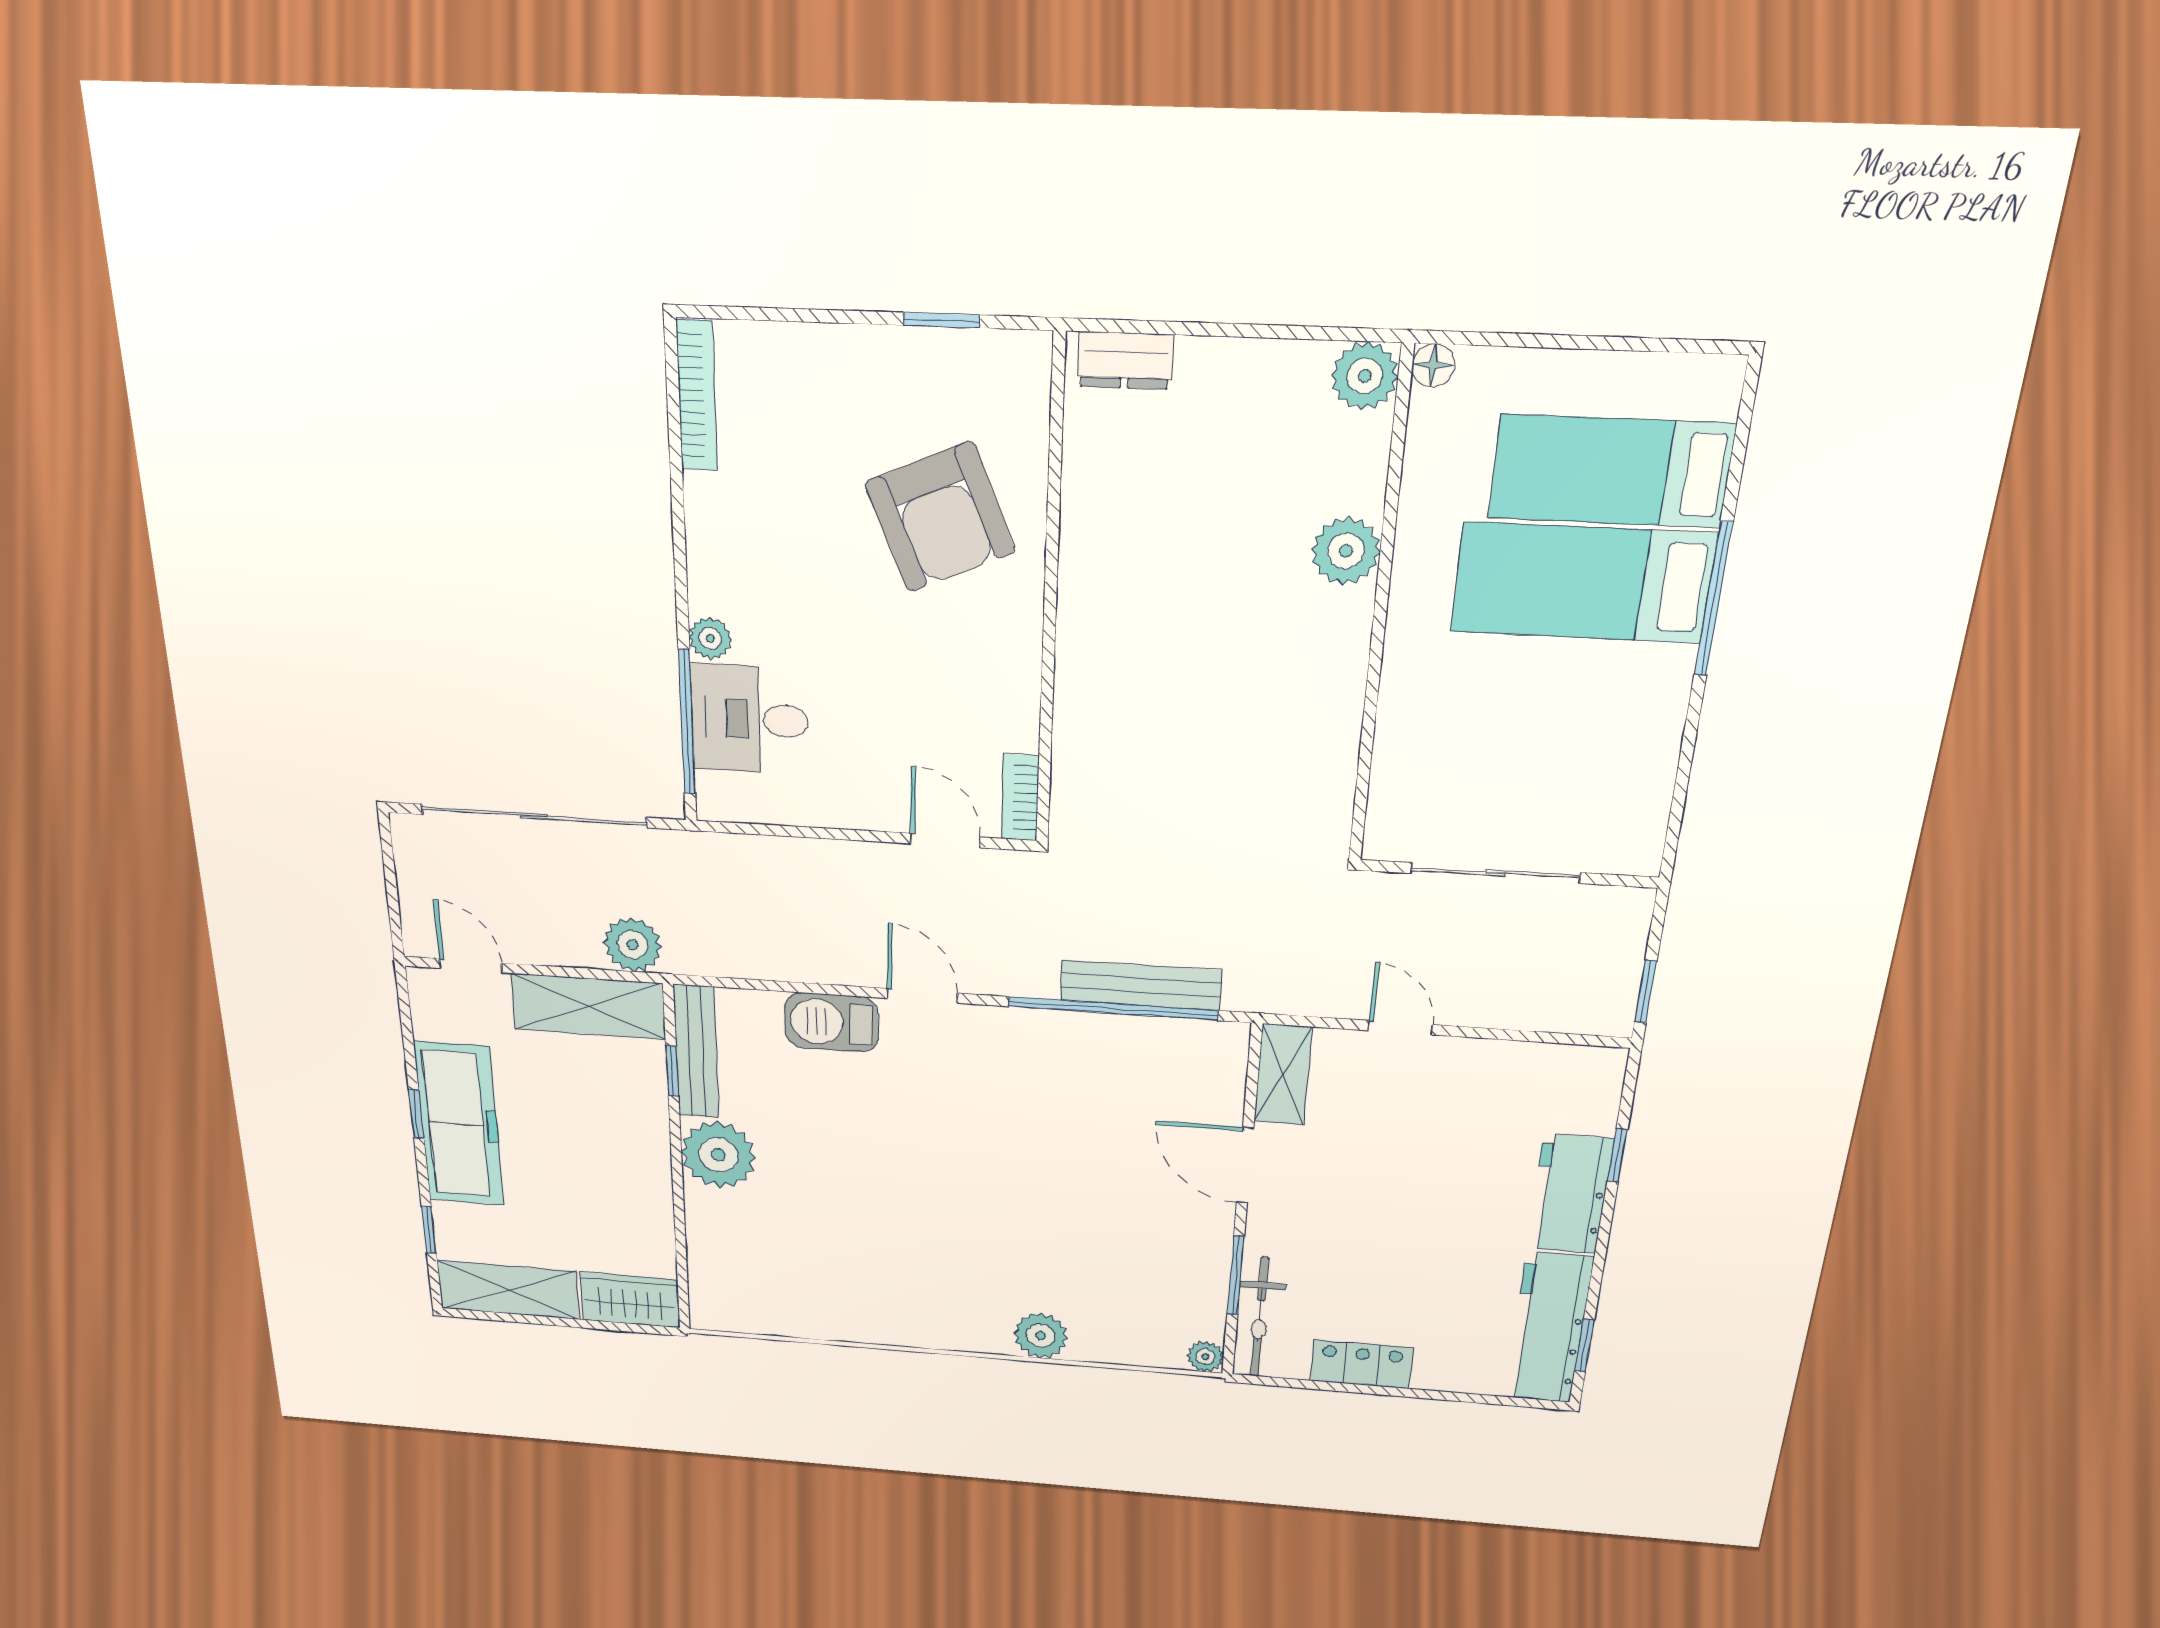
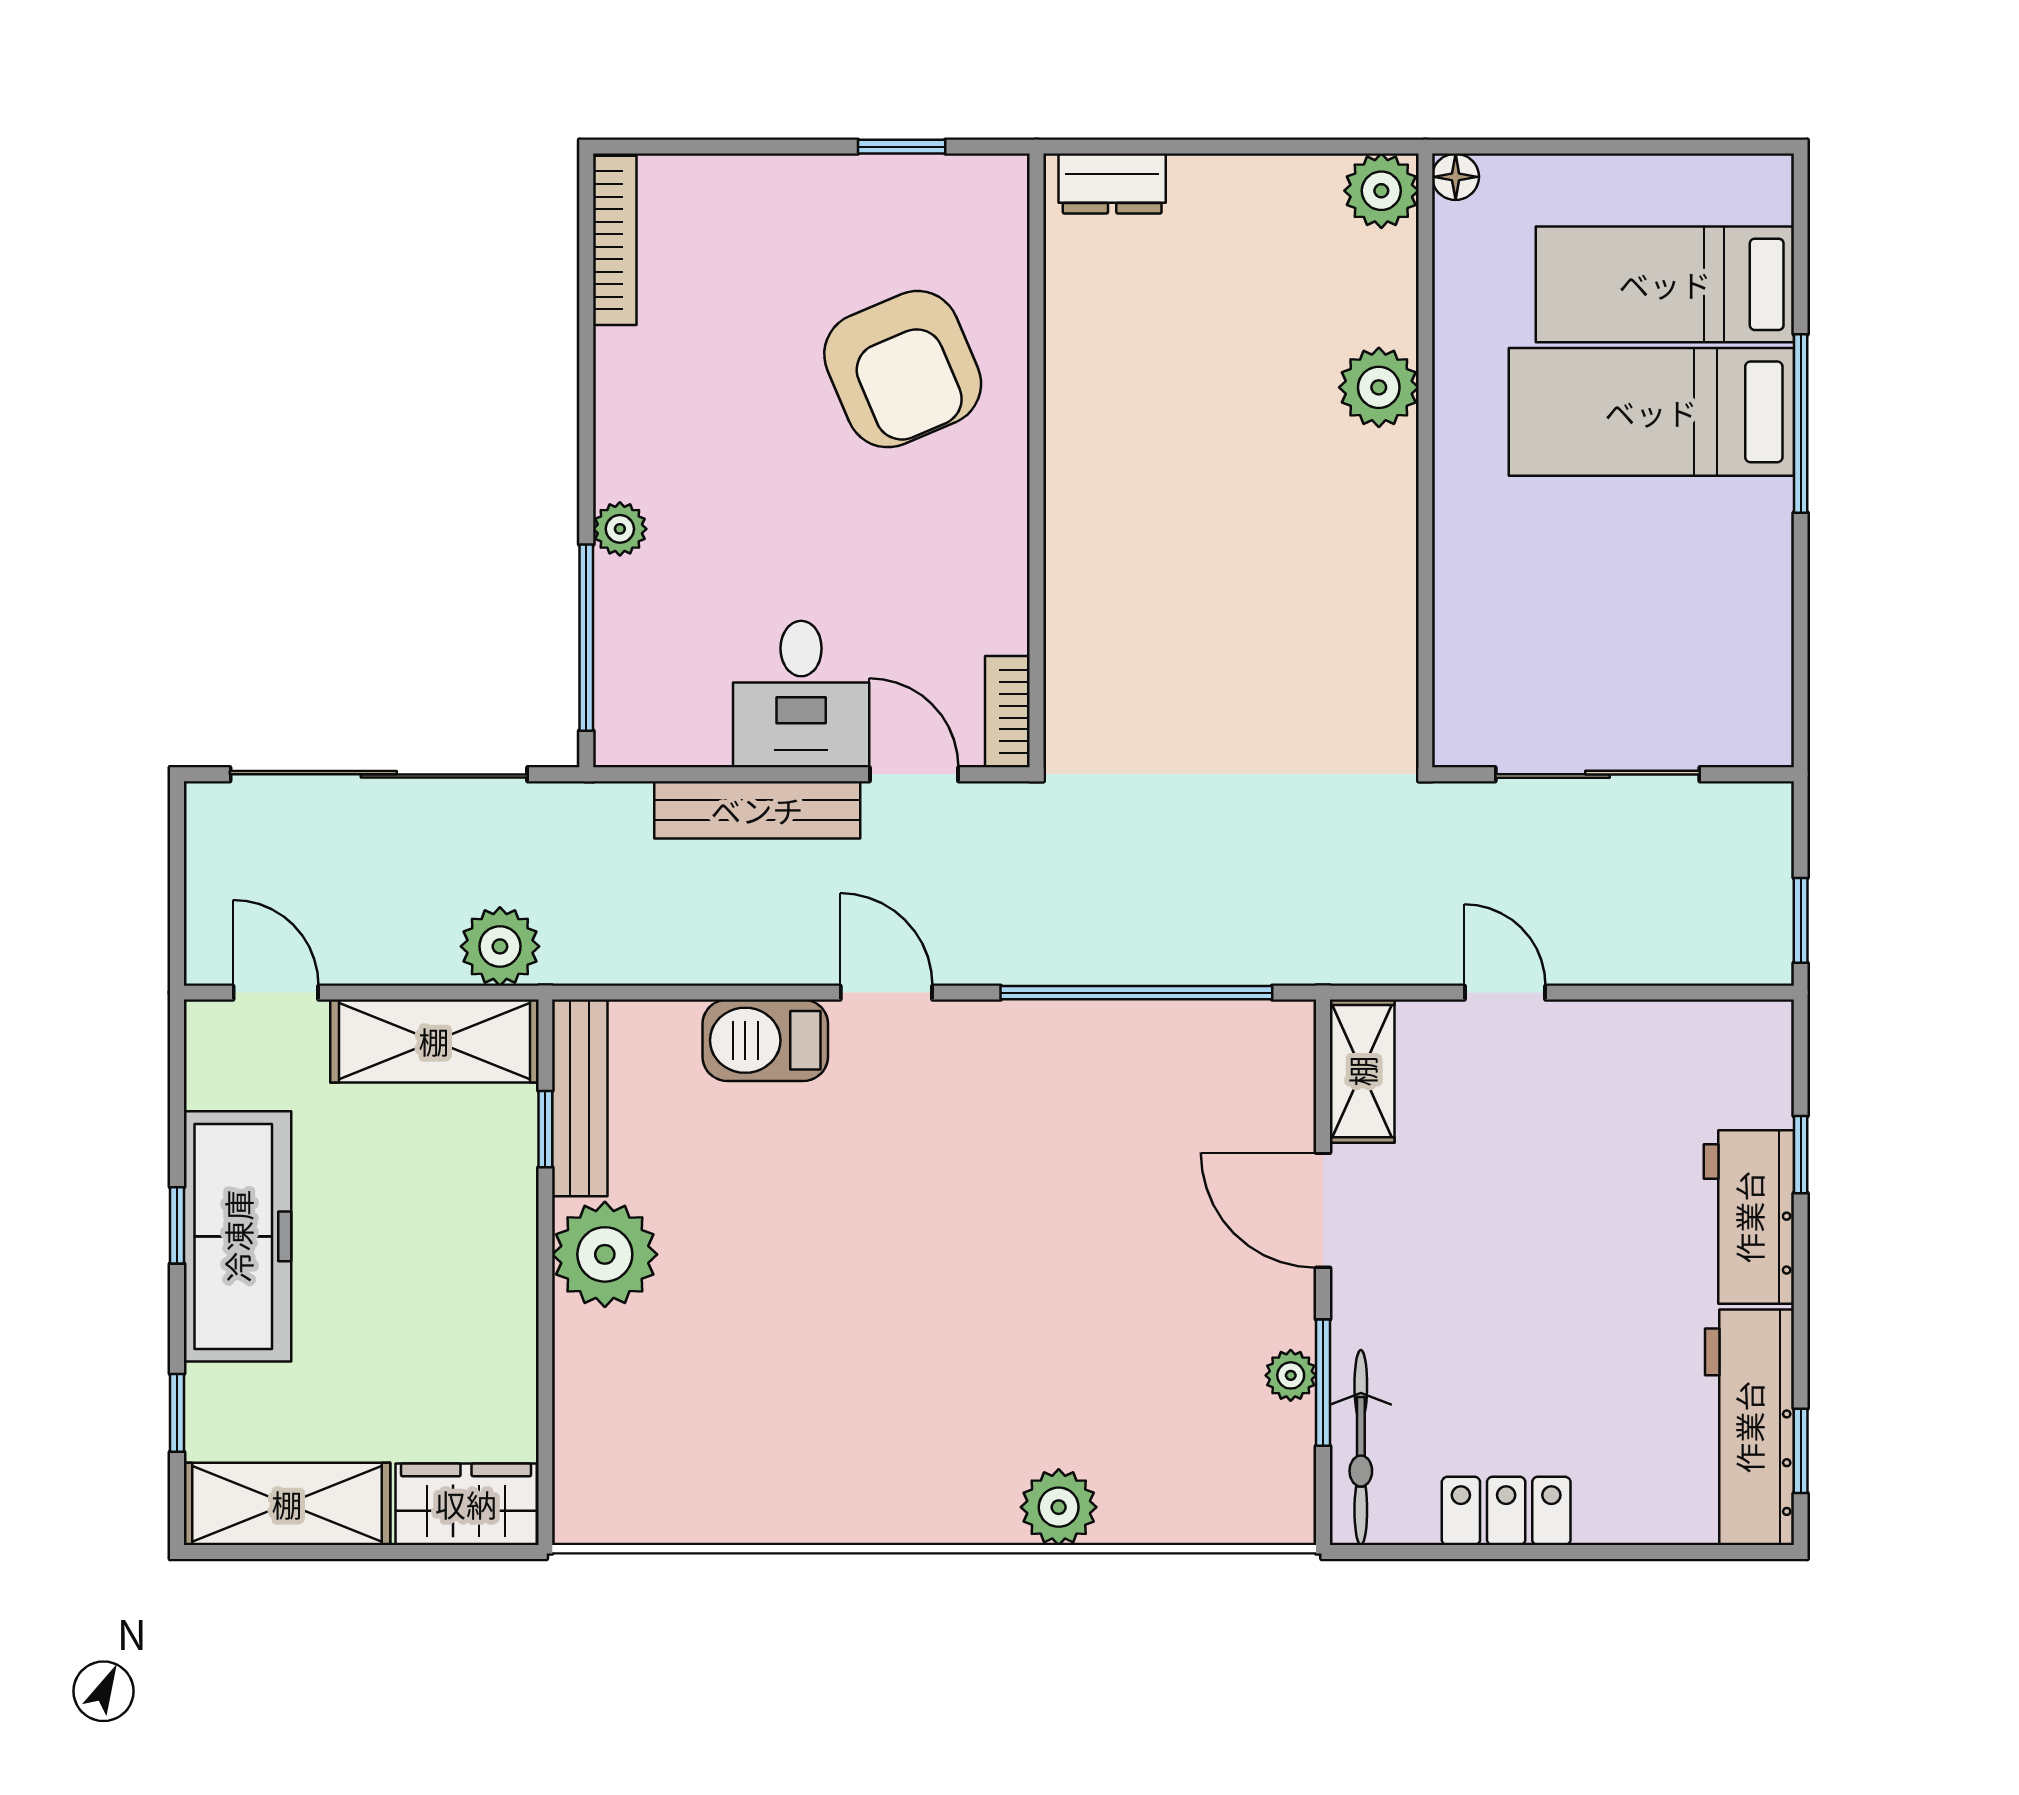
desk: (750, 719) -> (801, 694), moved, turned -90
bench: (1141, 985) -> (757, 810), moved
plant: (1205, 1357) -> (1291, 1375), moved

